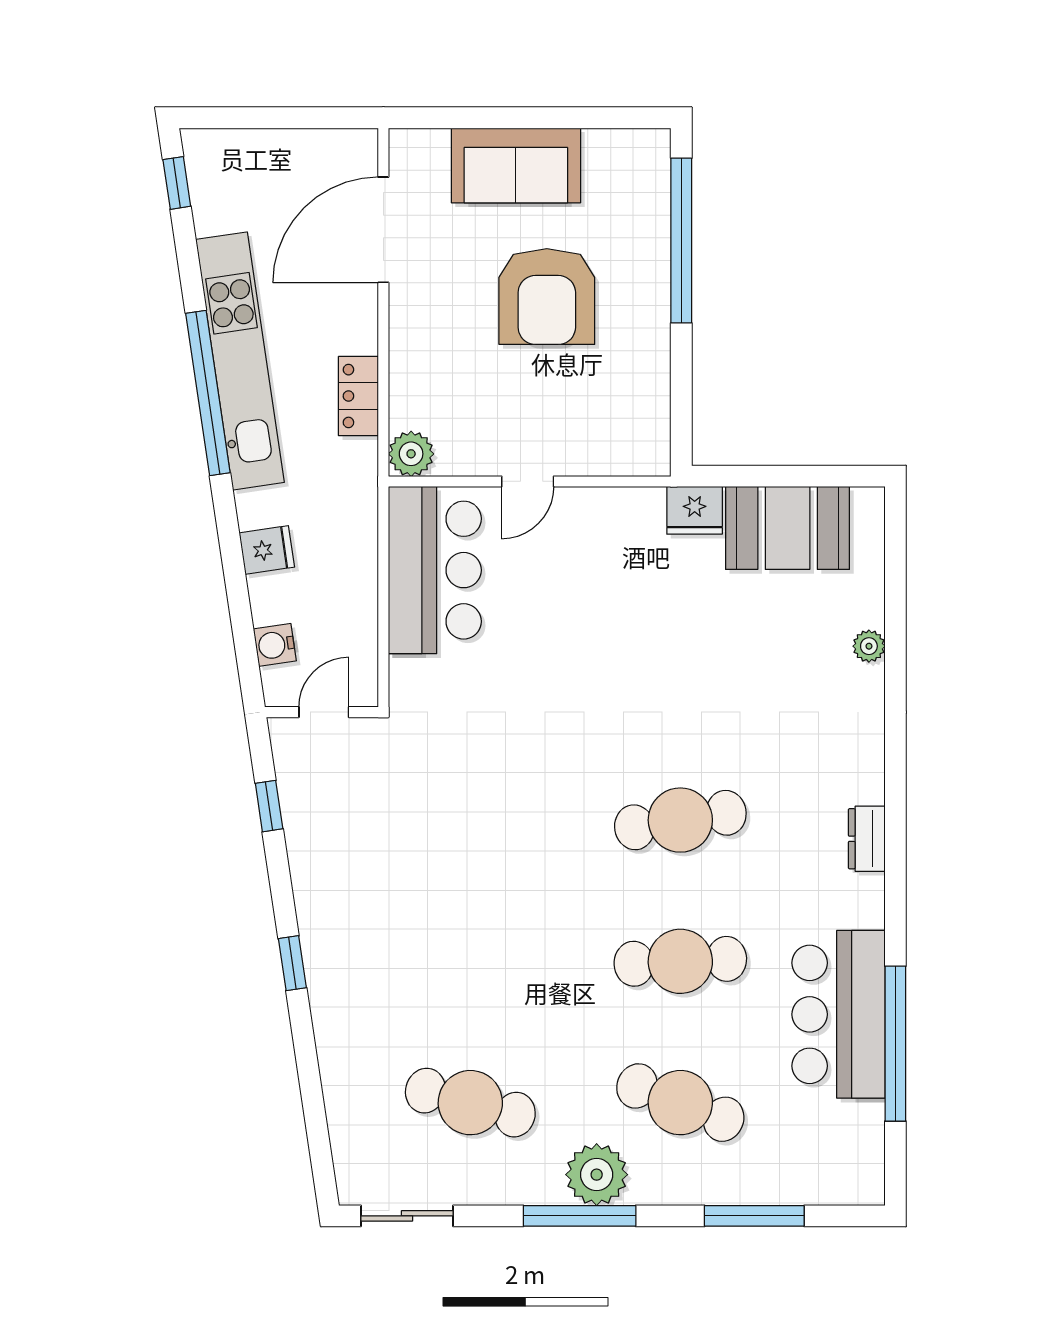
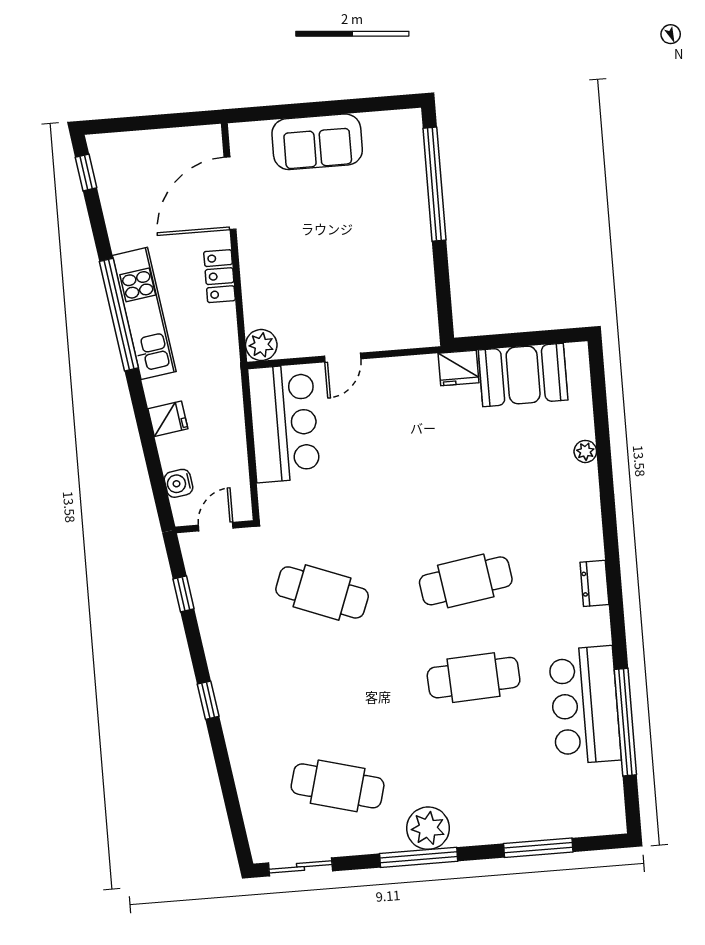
armchair: (547, 297) -> (346, 230), removed
kitchen unit: (240, 361) -> (144, 313), width x0.73
locker: (358, 396) -> (219, 276), moved
cafe table: (680, 1103) -> (322, 592), moved

